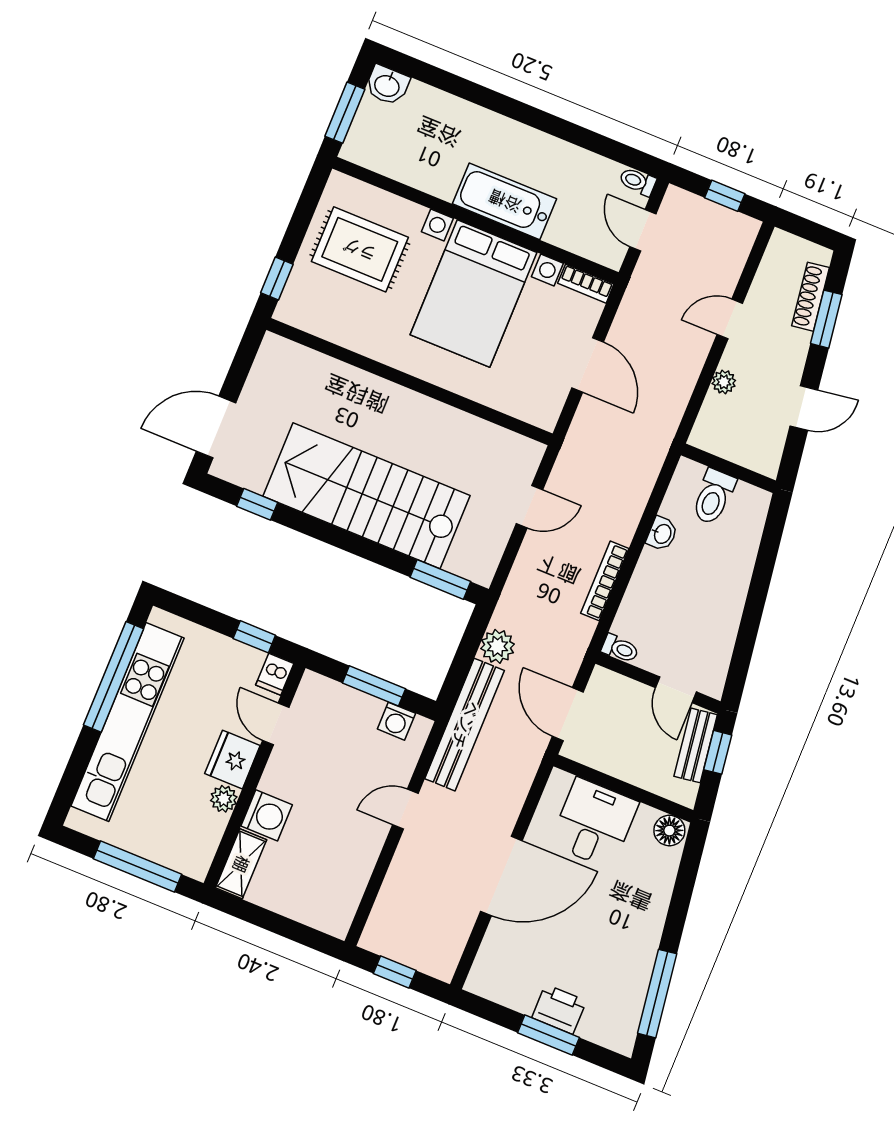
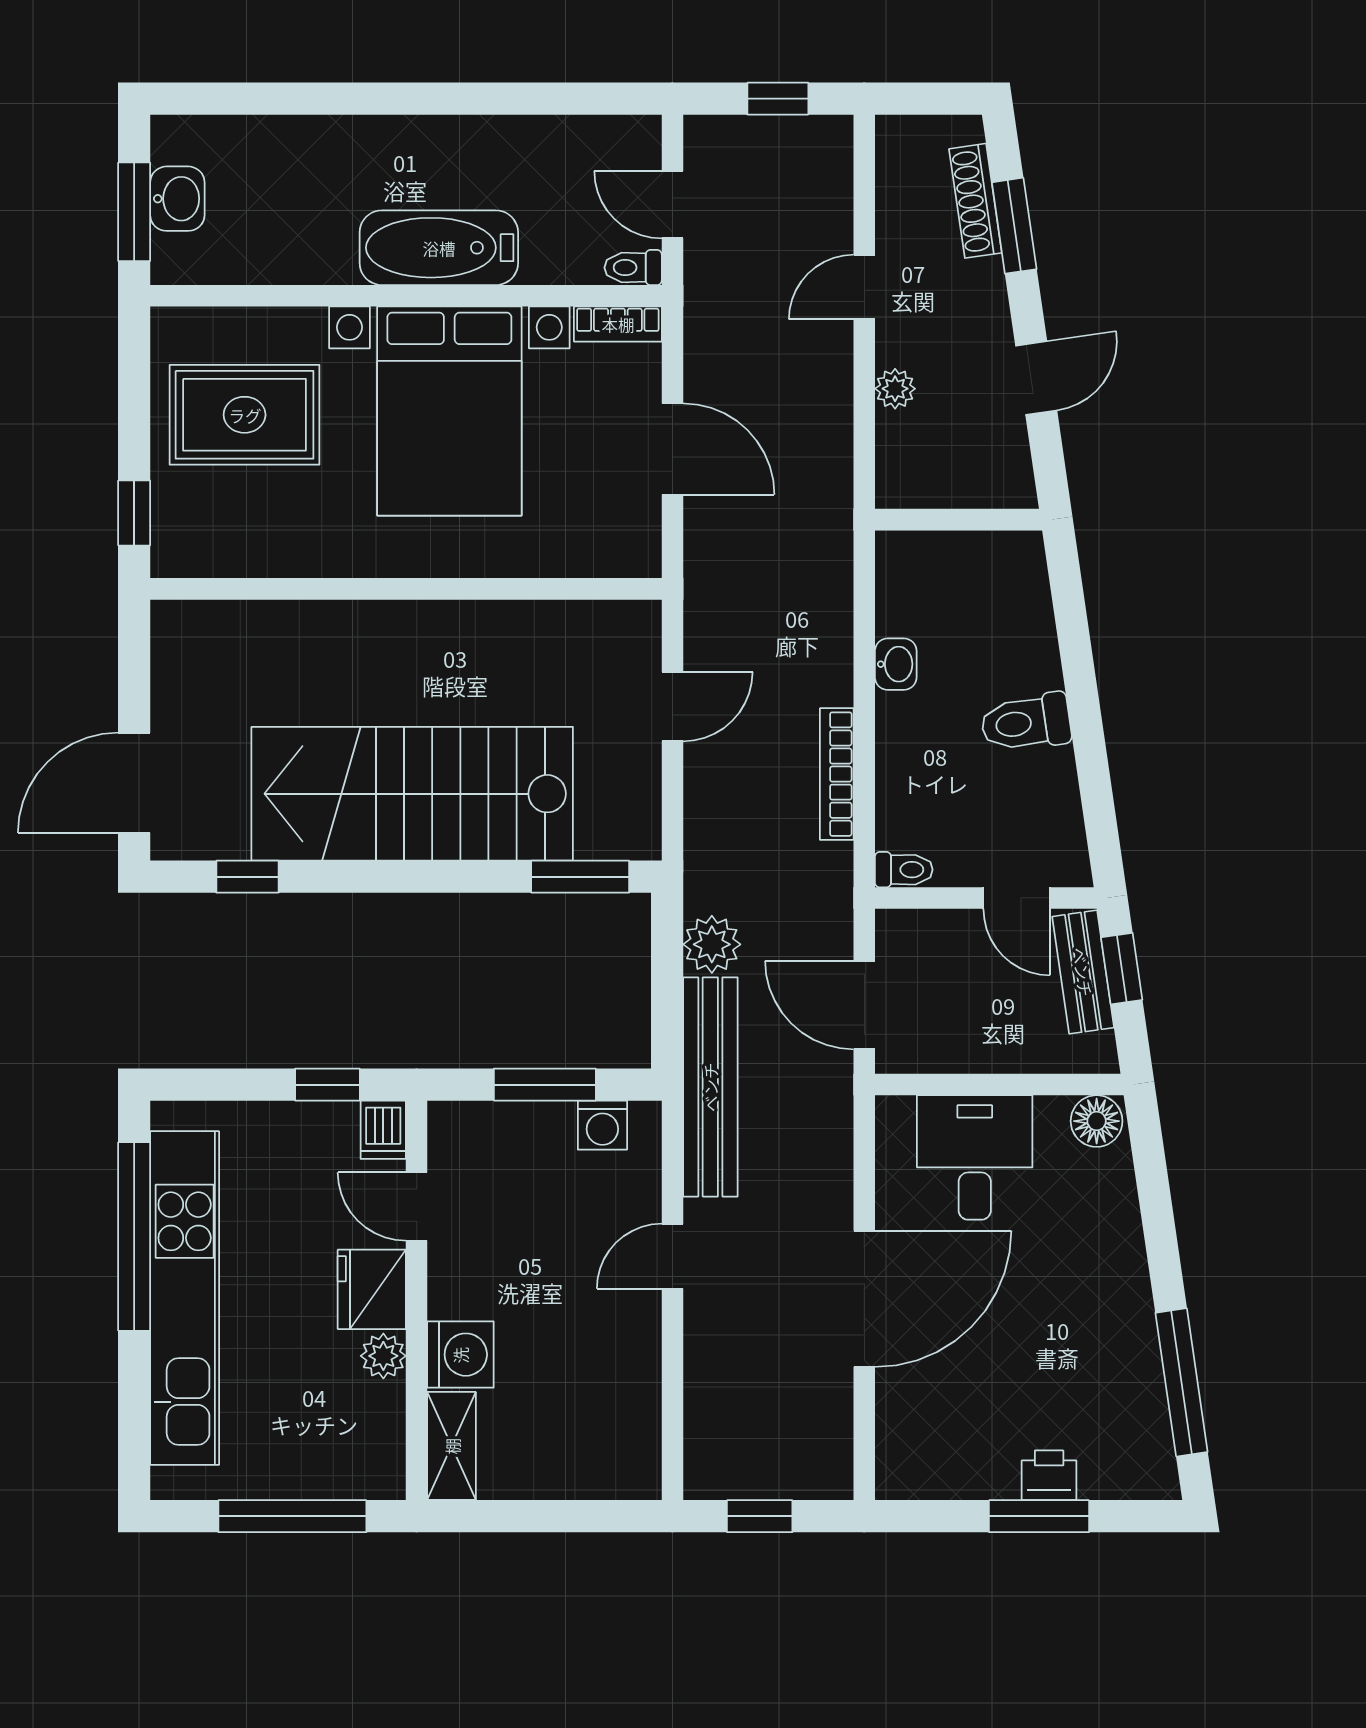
washbasin: (387, 85) -> (177, 199), moved, turned -90
toilet: (638, 182) -> (633, 268), moved
toilet: (713, 497) -> (1026, 723), moved, turned 82
printer: (559, 1009) -> (1049, 1475), width x0.73, depth x0.81

